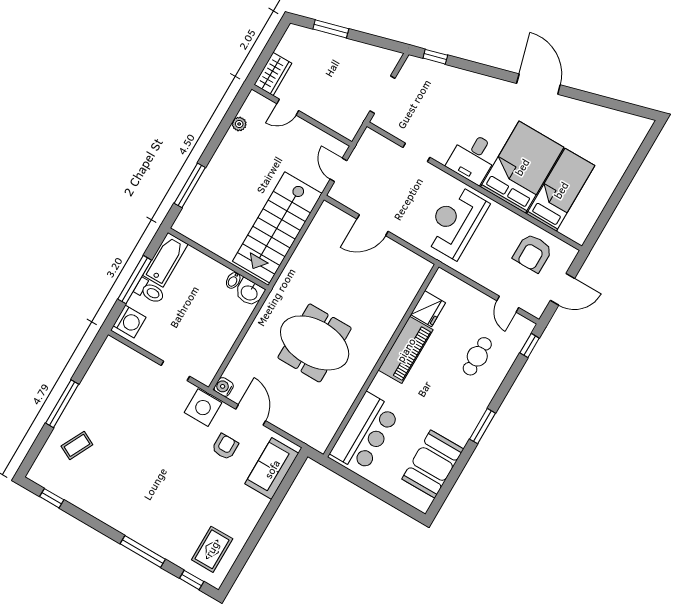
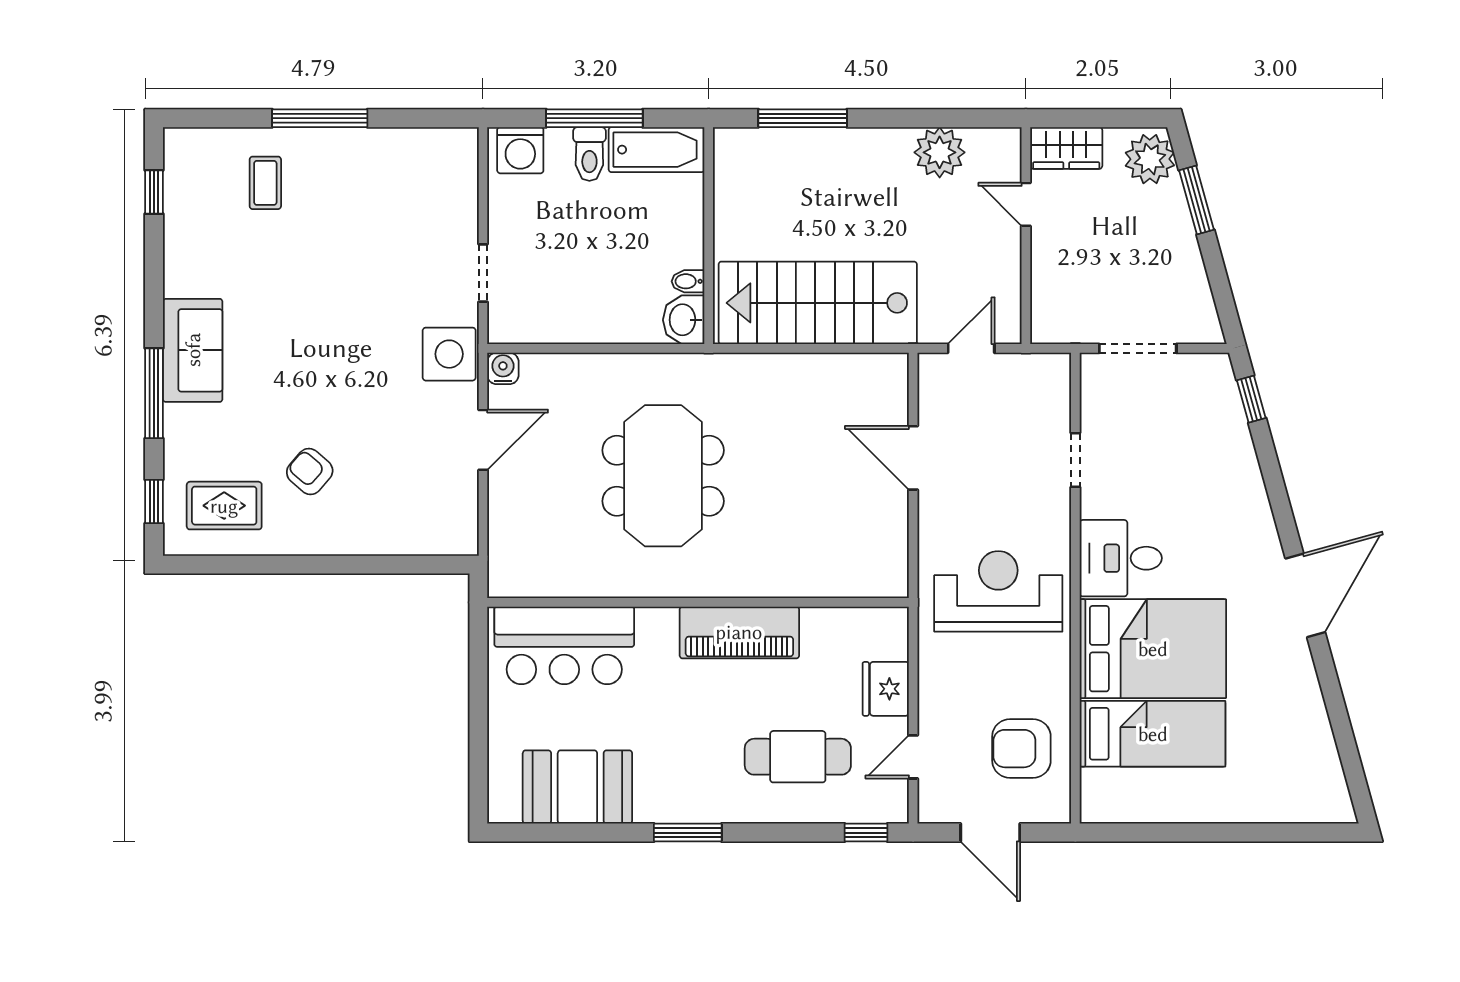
plant: (300, 39) -> (1150, 159), added
plant: (239, 124) -> (940, 152), width x1.88, depth x1.88
fridge: (428, 309) -> (886, 689), moved, turned 90
cafe table: (477, 356) -> (798, 757), width x1.37, depth x1.35
coffee table: (77, 445) -> (265, 183), turned 63
armchair: (225, 447) -> (310, 471), moved, turned -139
sofa: (272, 469) -> (193, 350), moved, turned 90

